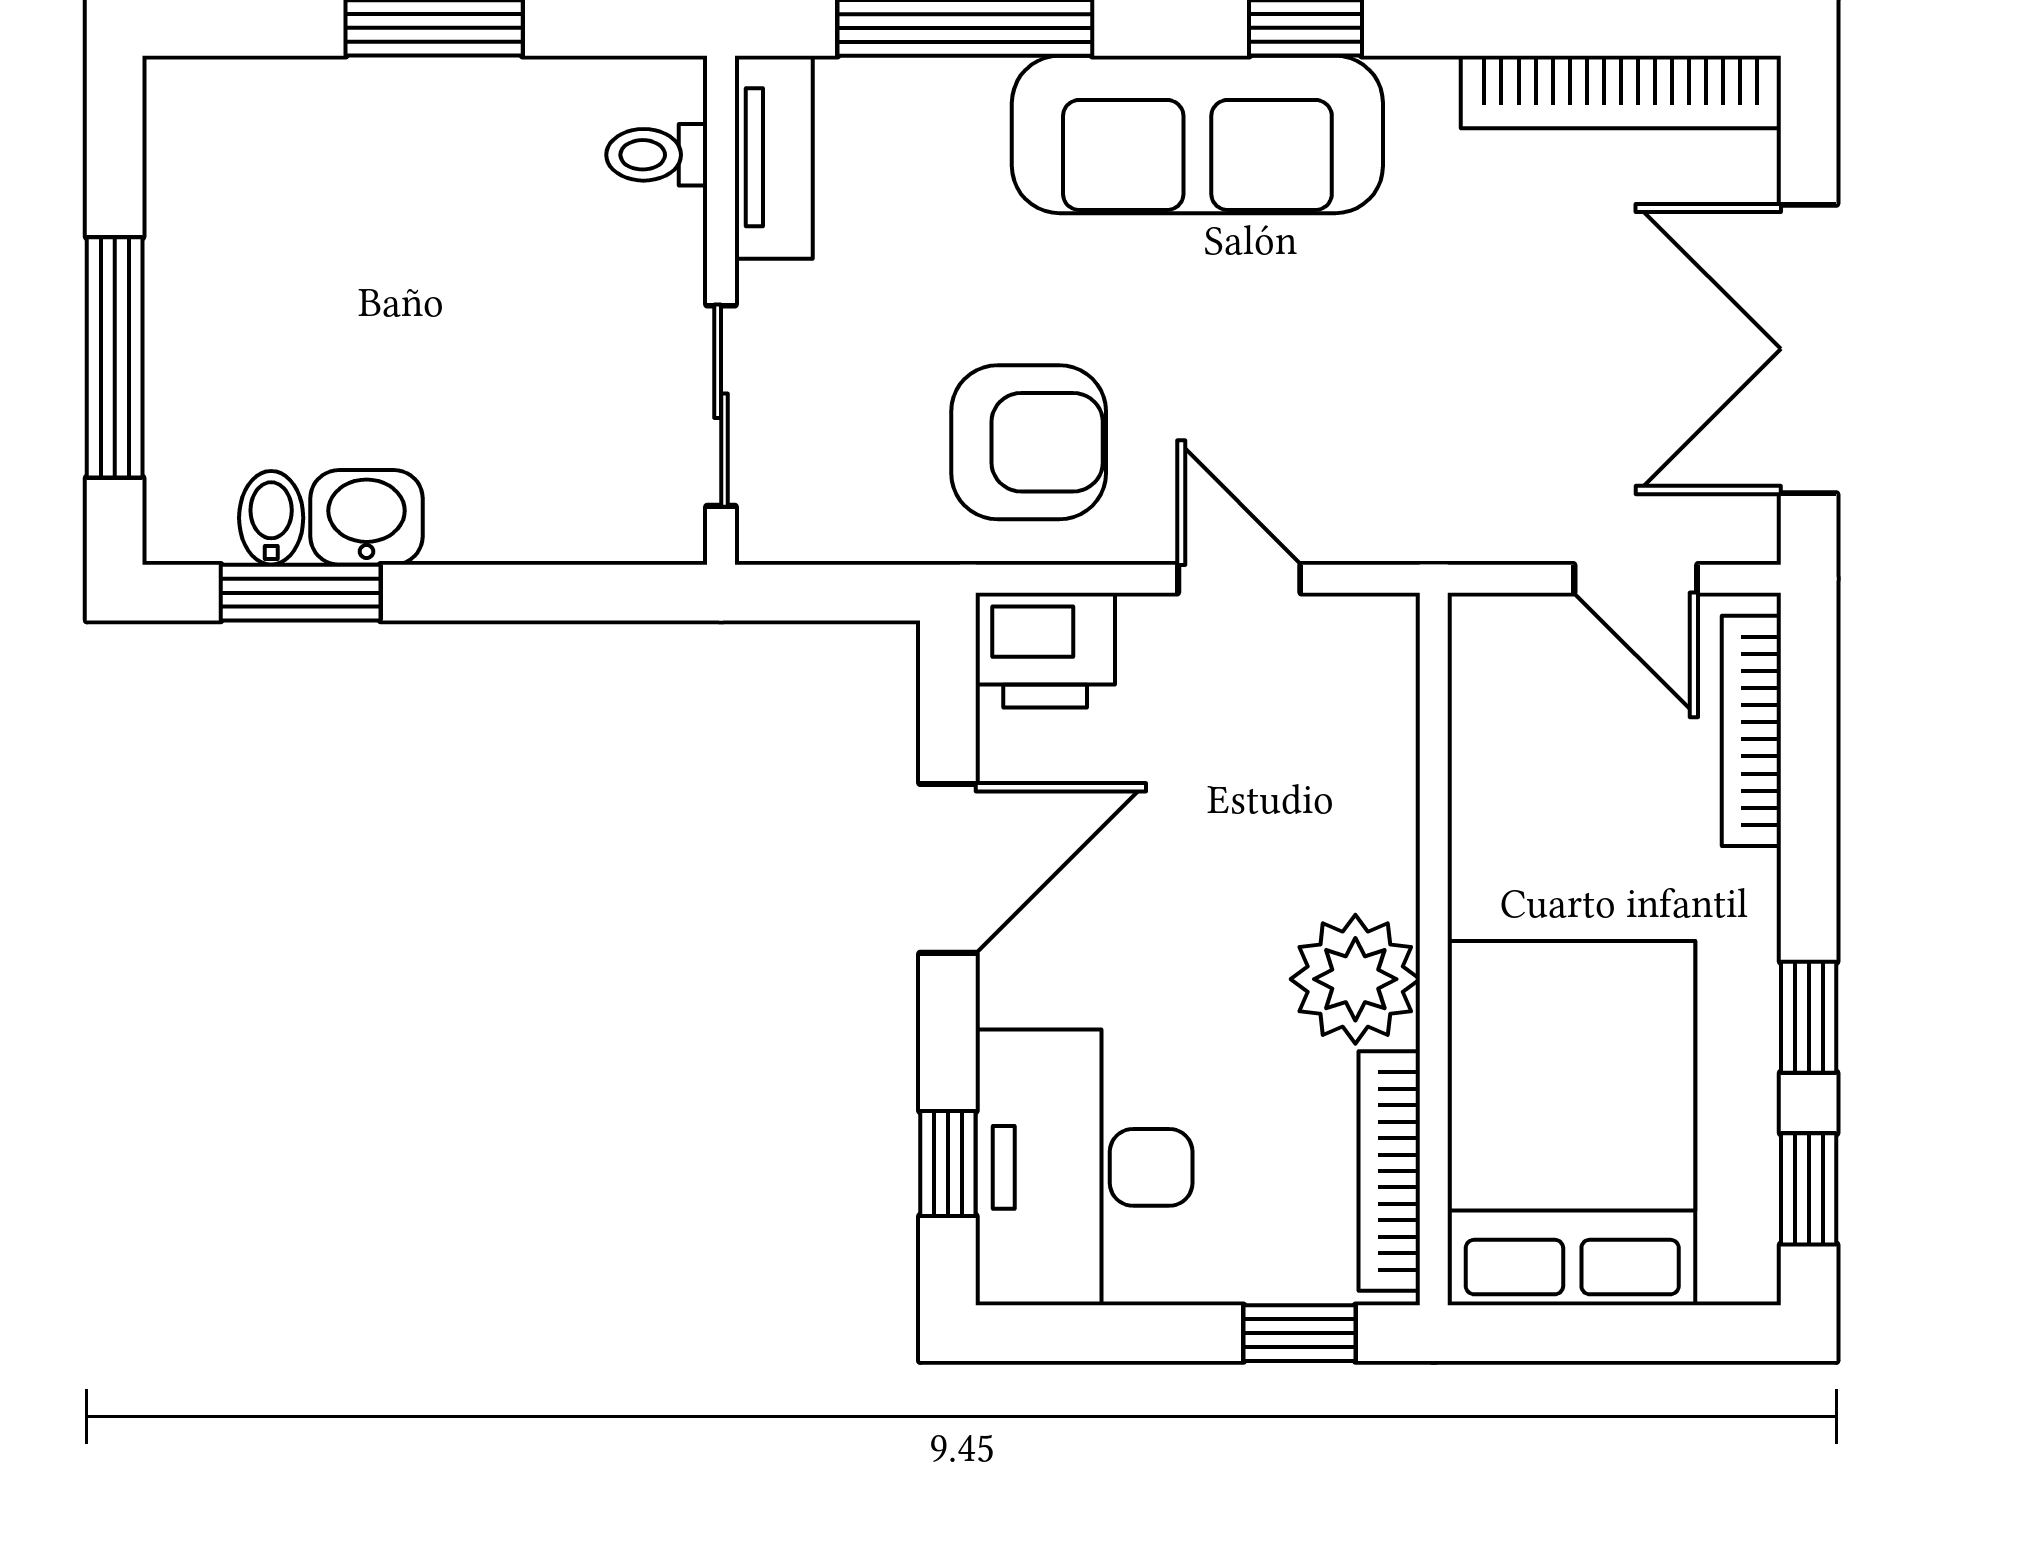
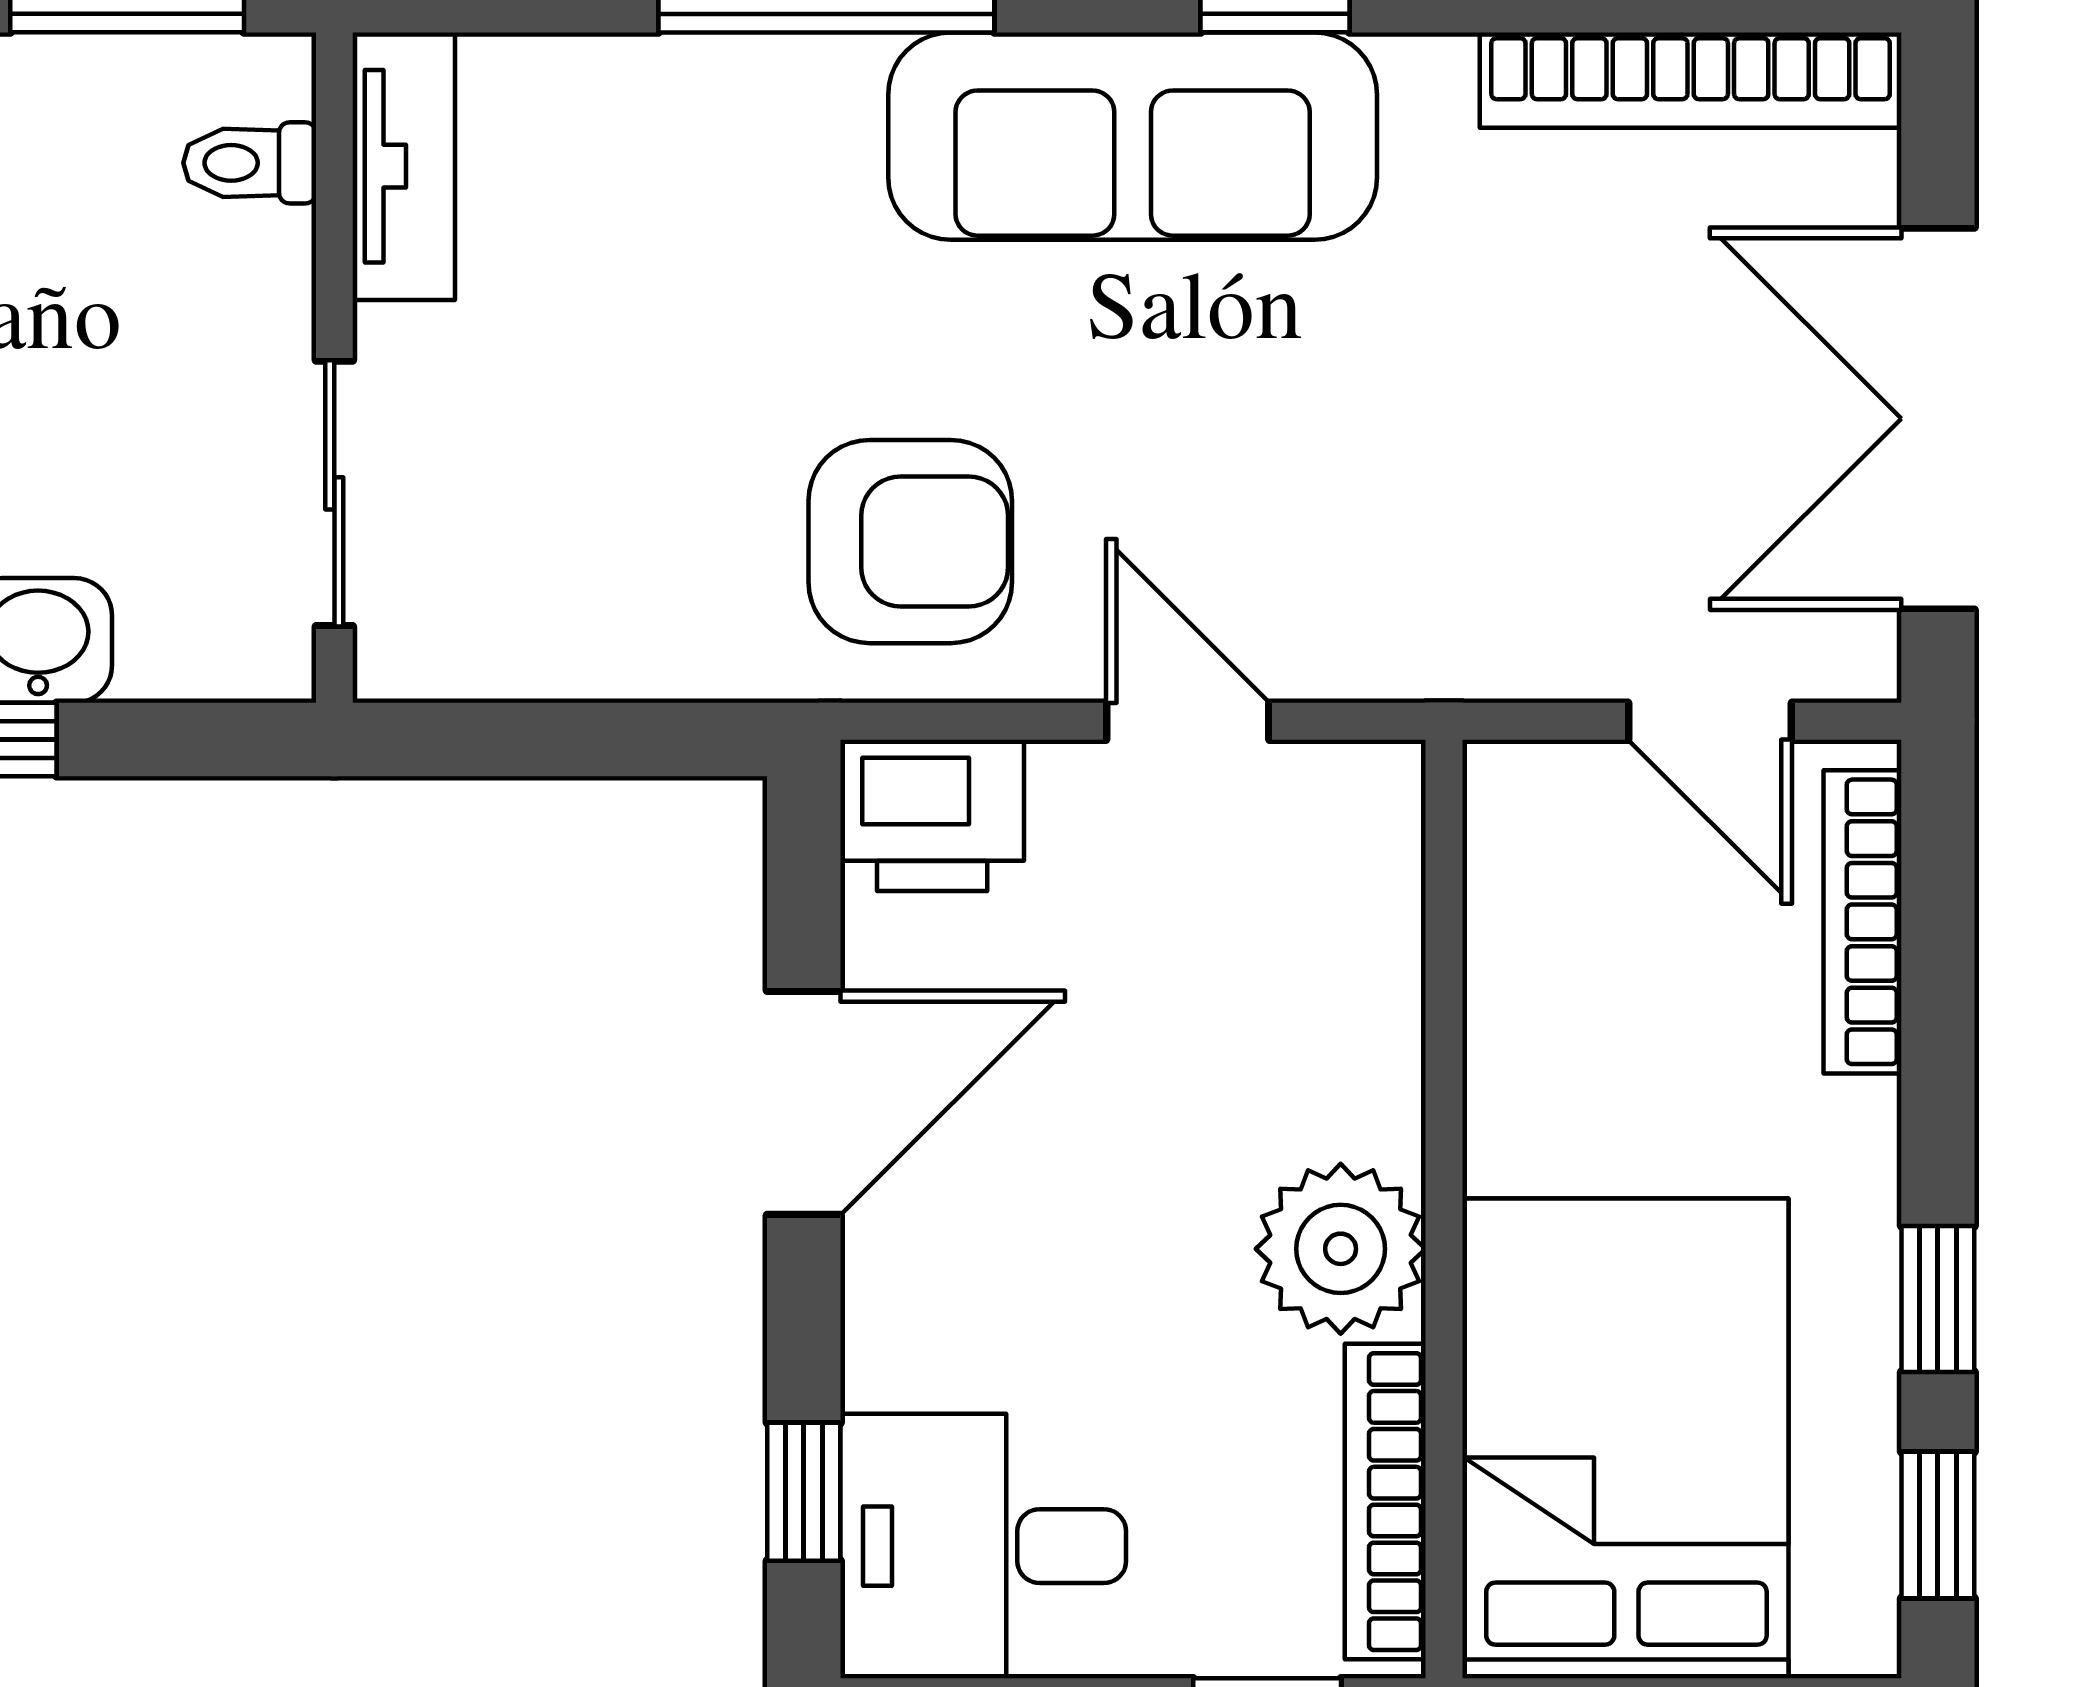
toilet: (657, 155) -> (250, 163), moved
tv unit: (774, 157) -> (404, 166), moved
wall: (721, 310) -> (334, 368), moved
sliding door: (721, 406) -> (334, 493), moved
desk: (1084, 1167) -> (983, 1546), width x0.73

